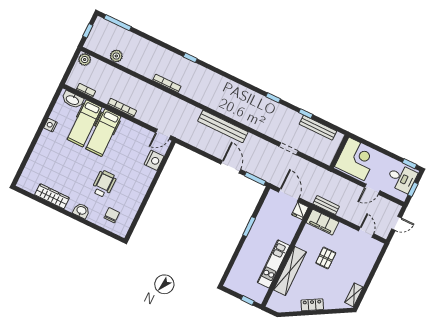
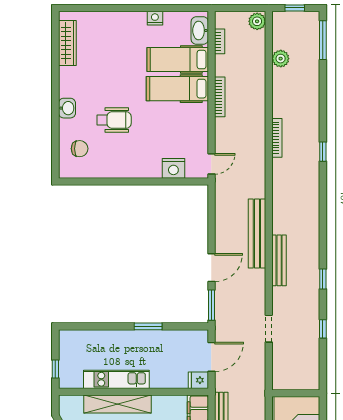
bench: (318, 128) -> (279, 260), moved
door: (163, 134) -> (211, 164), swing flipped
wardrobe: (52, 196) -> (67, 43), moved

